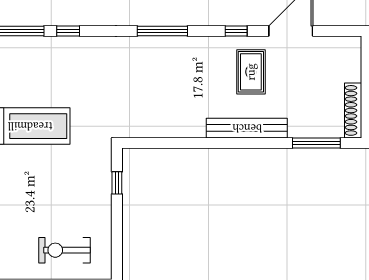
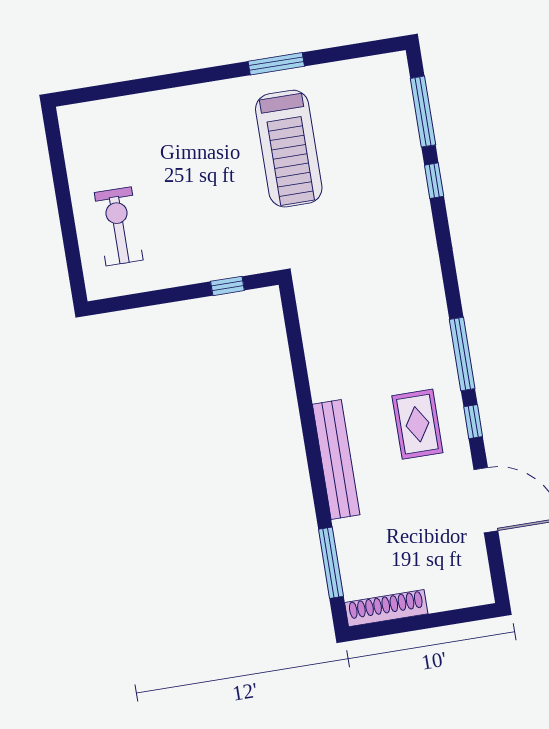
window: (162, 31) -> (462, 354), moved
rug: (251, 72) -> (417, 424), moved, turned 90

